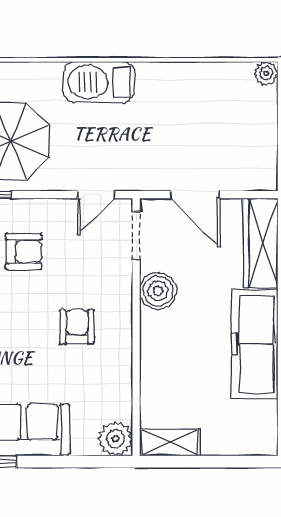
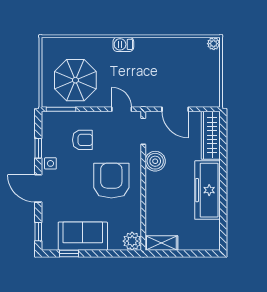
barbecue: (99, 82) -> (123, 44), width x0.53, depth x0.65
door: (96, 195) -> (122, 109), swing flipped
armchair: (77, 327) -> (111, 181), width x1.88, depth x1.88

